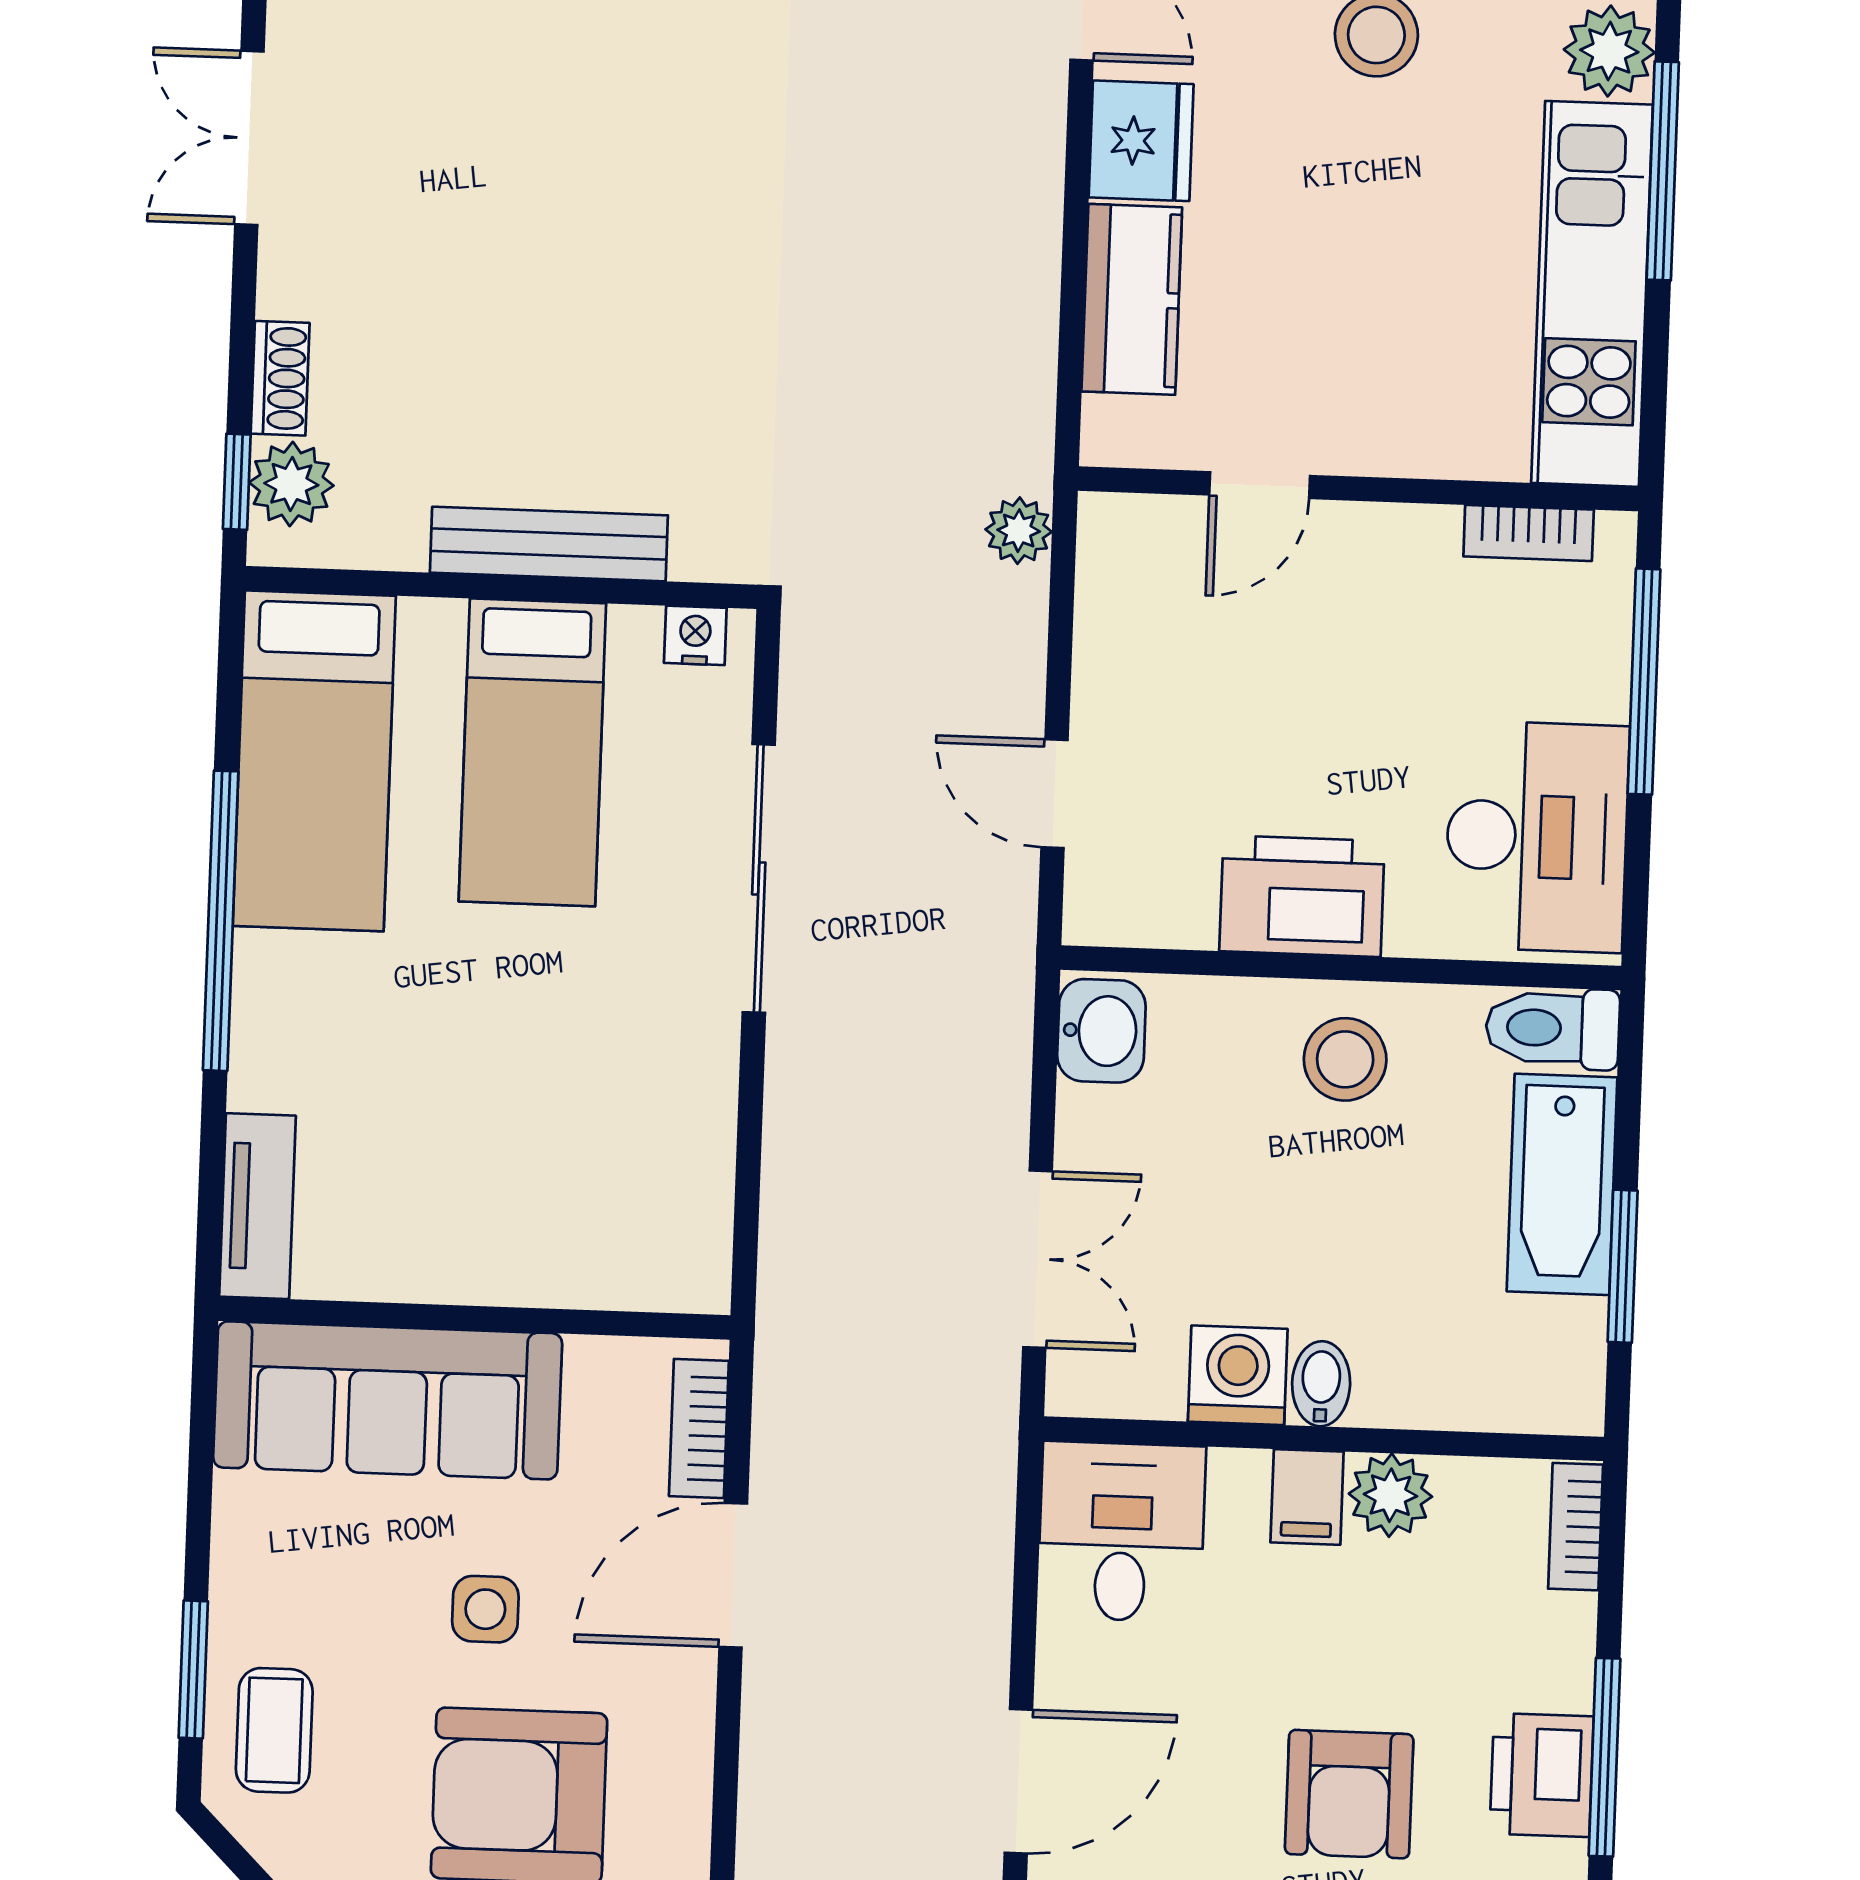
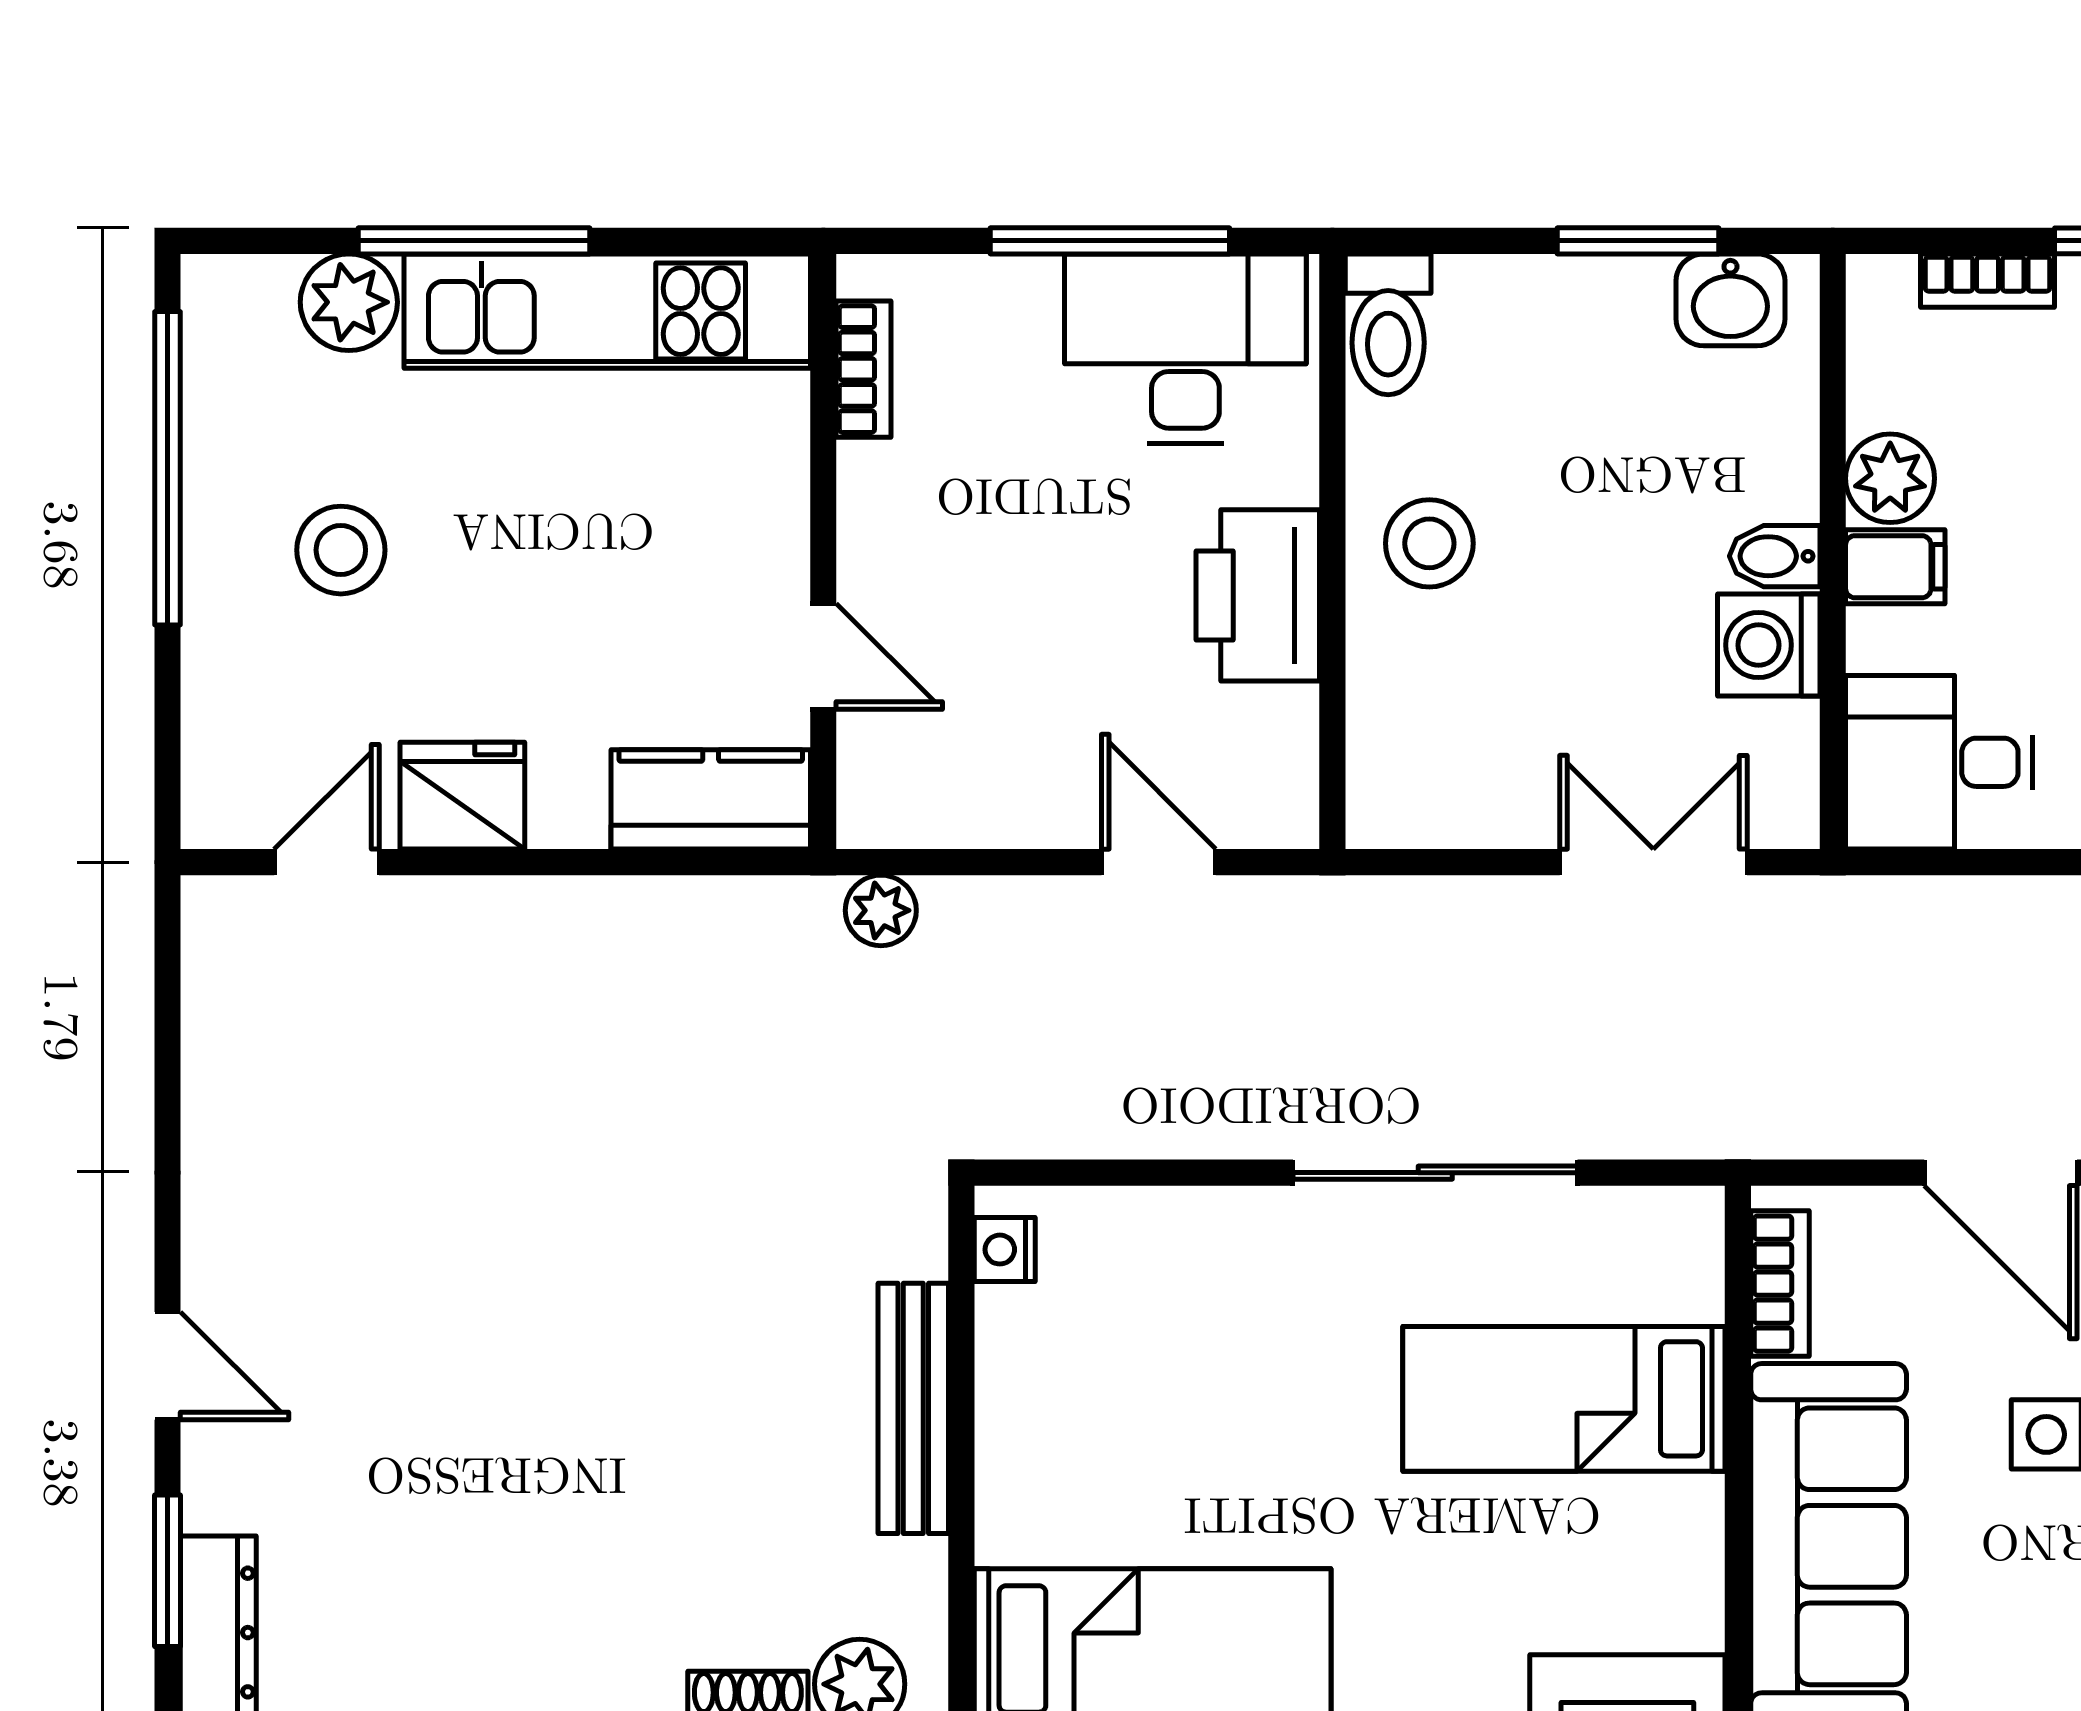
kitchen counter: (1132, 299) -> (711, 799), moved
window: (1644, 682) -> (1110, 241), moved
bed: (532, 752) -> (1564, 1399), moved, turned 180
door: (1055, 794) -> (1159, 862), swing flipped
sliding door: (759, 878) -> (1435, 1173), moved
washbasin: (1101, 1031) -> (1730, 300), moved, turned 180
bathtub: (1562, 1184) -> (1554, 308), removed
bookcase: (699, 1428) -> (1780, 1284), moved, turned -90
bookcase: (1576, 1527) -> (1988, 281), moved

